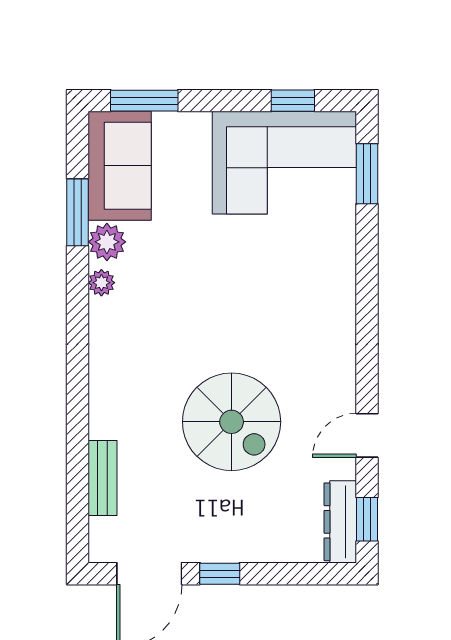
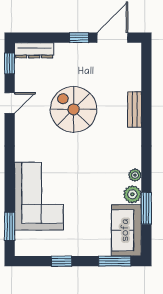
window: (293, 101) -> (61, 261), moved
corner sofa: (284, 163) -> (39, 196), moved, turned 90
bench: (102, 478) -> (135, 109), moved
dresser: (340, 522) -> (34, 50), moved, turned 90

